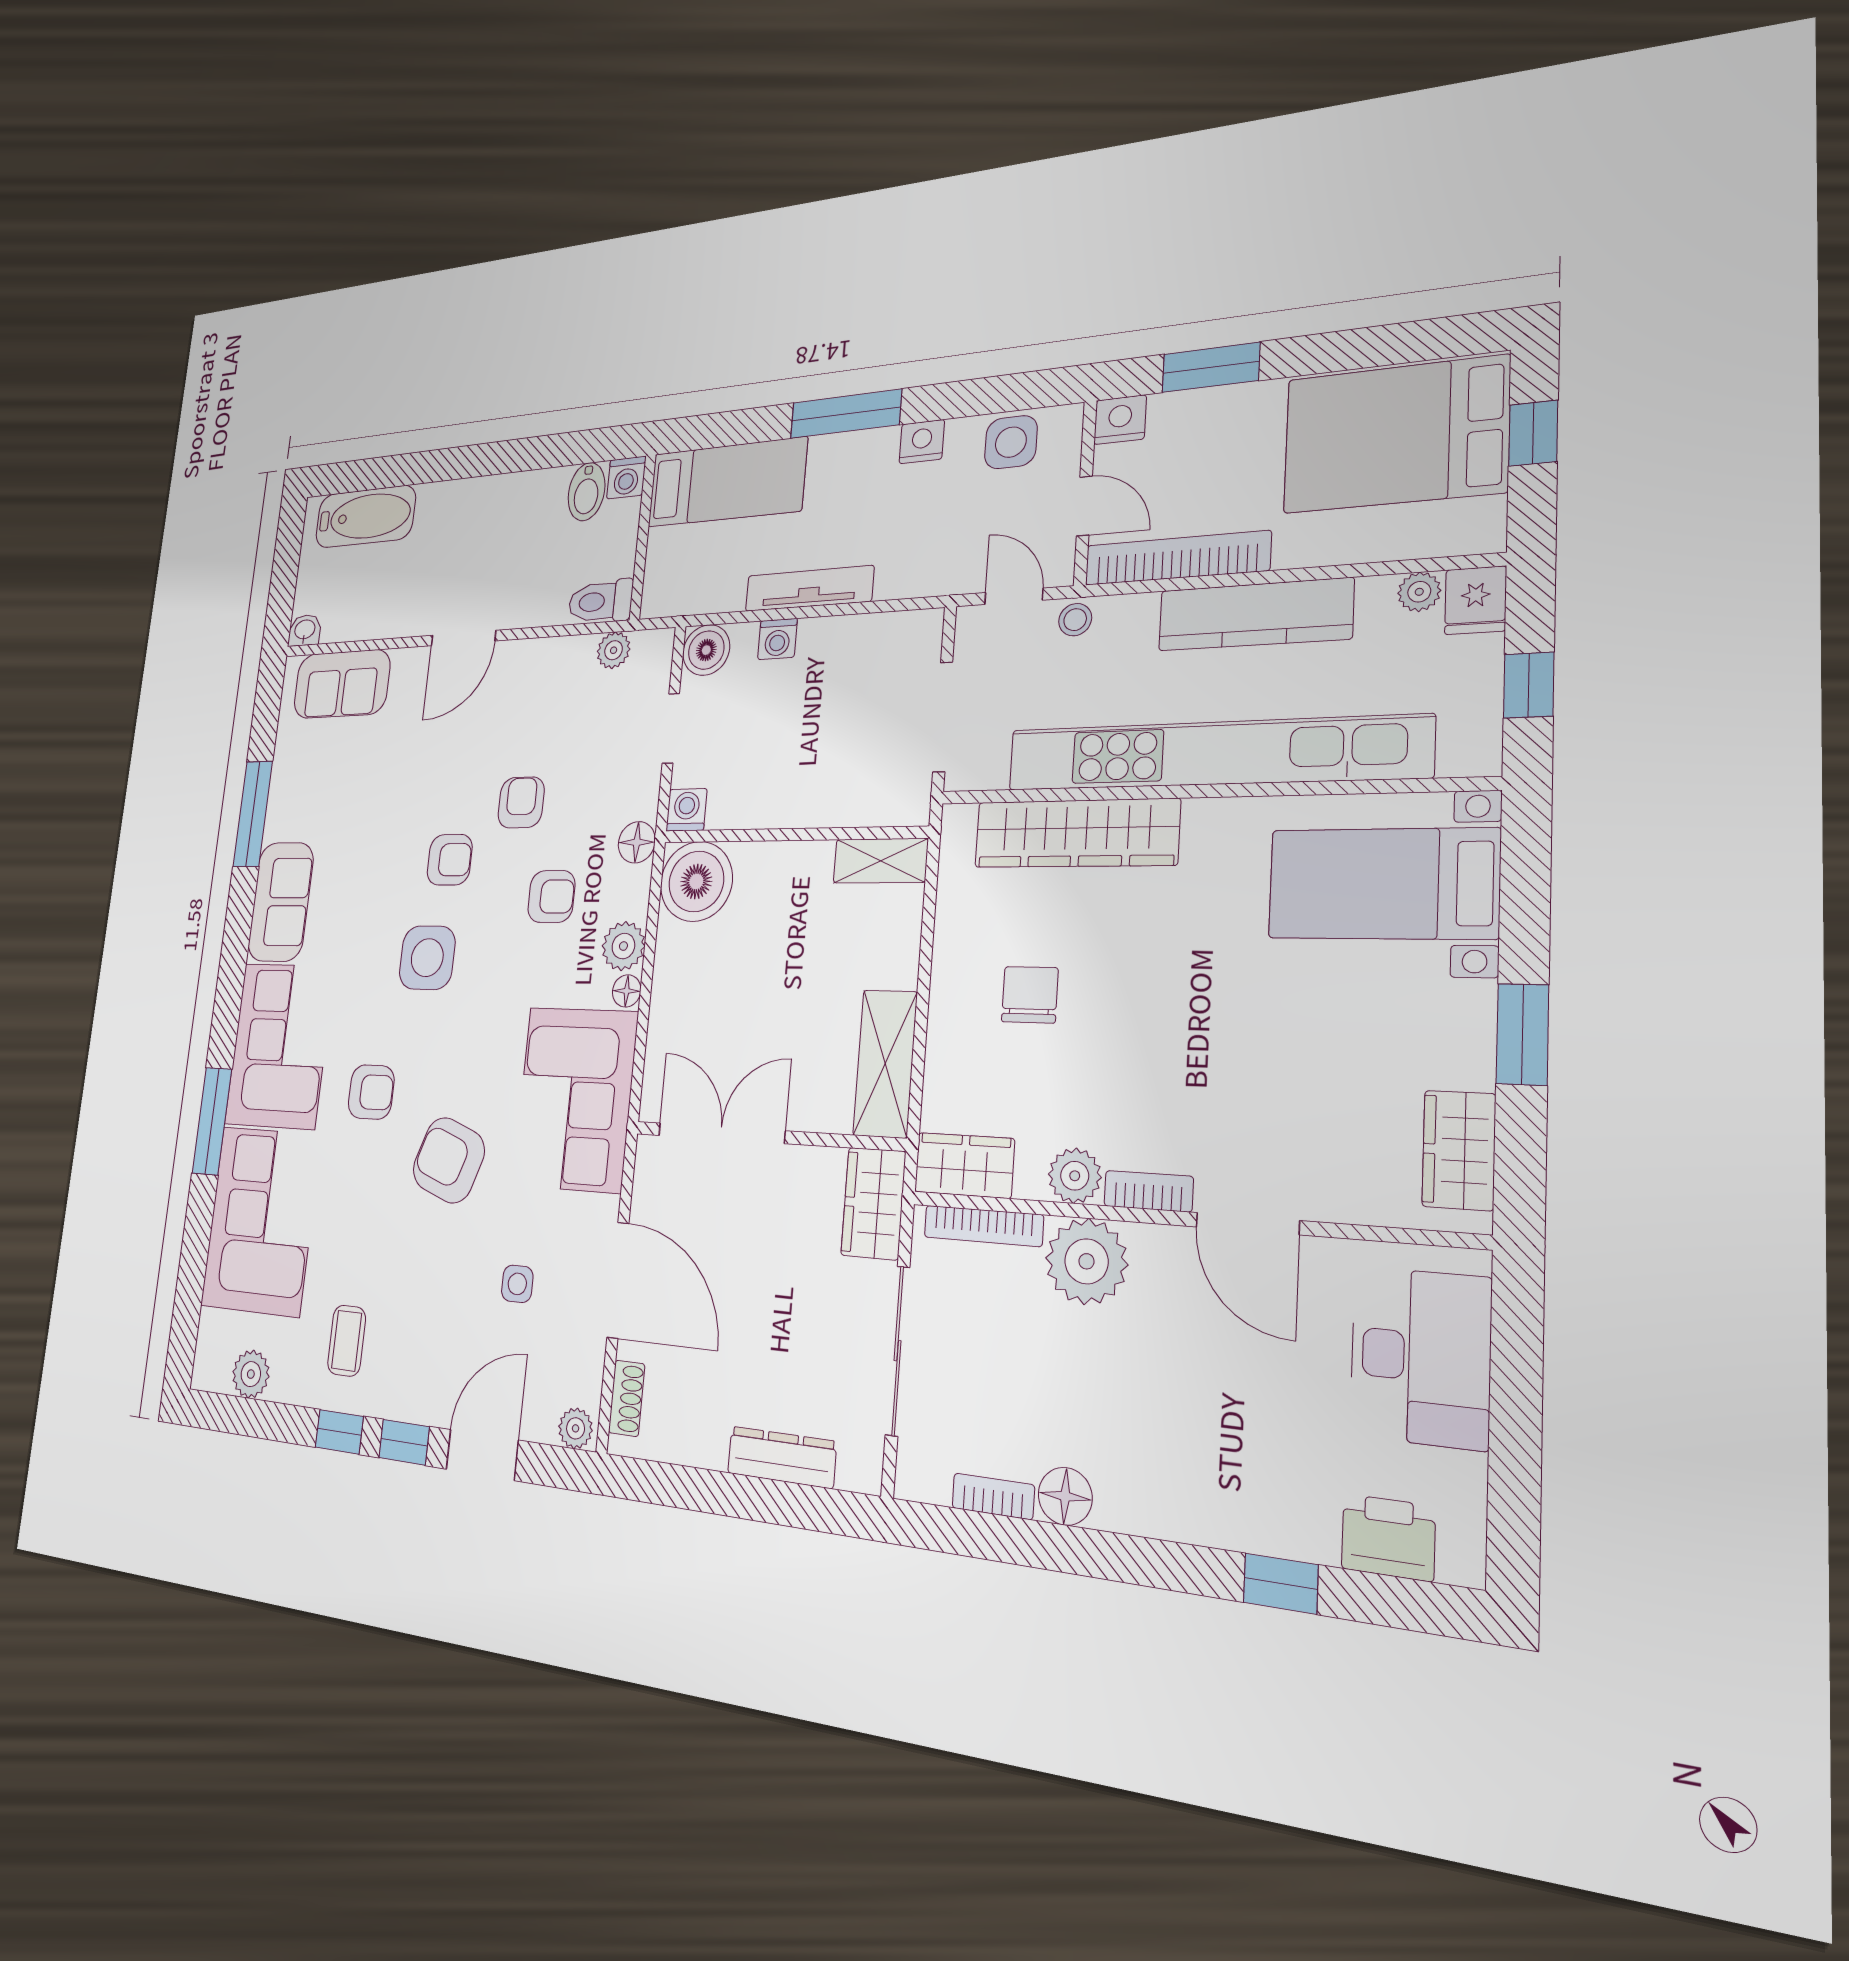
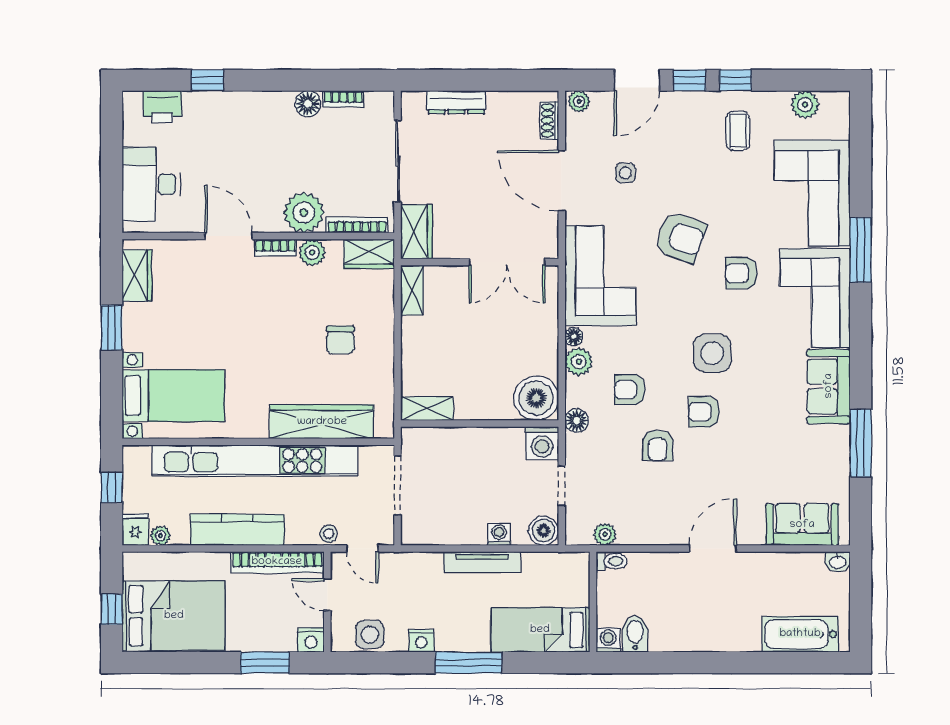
toilet: (600, 601) -> (611, 561), width x0.73, depth x0.72
washing machine: (686, 810) -> (542, 443), width x1.38, depth x1.38
shelving: (885, 1063) -> (412, 290), width x0.67, depth x0.75

